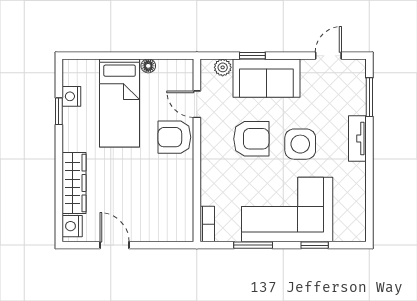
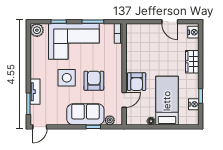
door: (328, 56) -> (40, 127), moved
door: (197, 104) -> (124, 100), hinge flipped
armchair: (174, 137) -> (137, 82), turned 90
tv unit: (357, 138) -> (35, 92), moved
armchair: (251, 139) -> (94, 81), turned 90
wardrobe: (74, 183) -> (192, 62), width x0.67
plant: (354, 230) -> (37, 30), added

